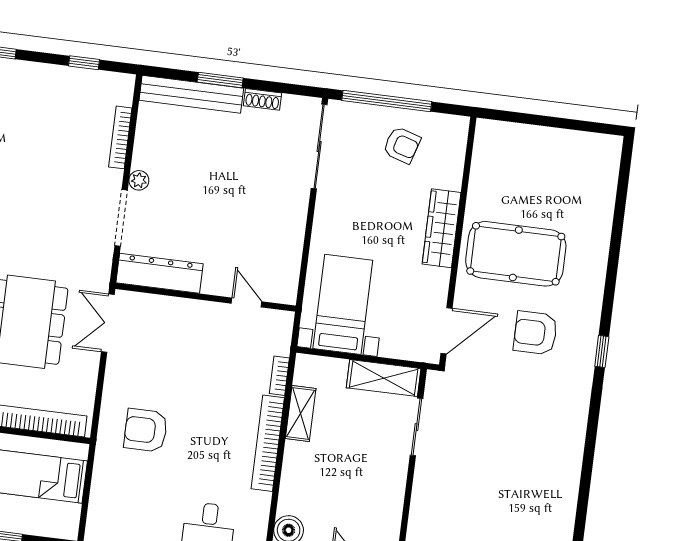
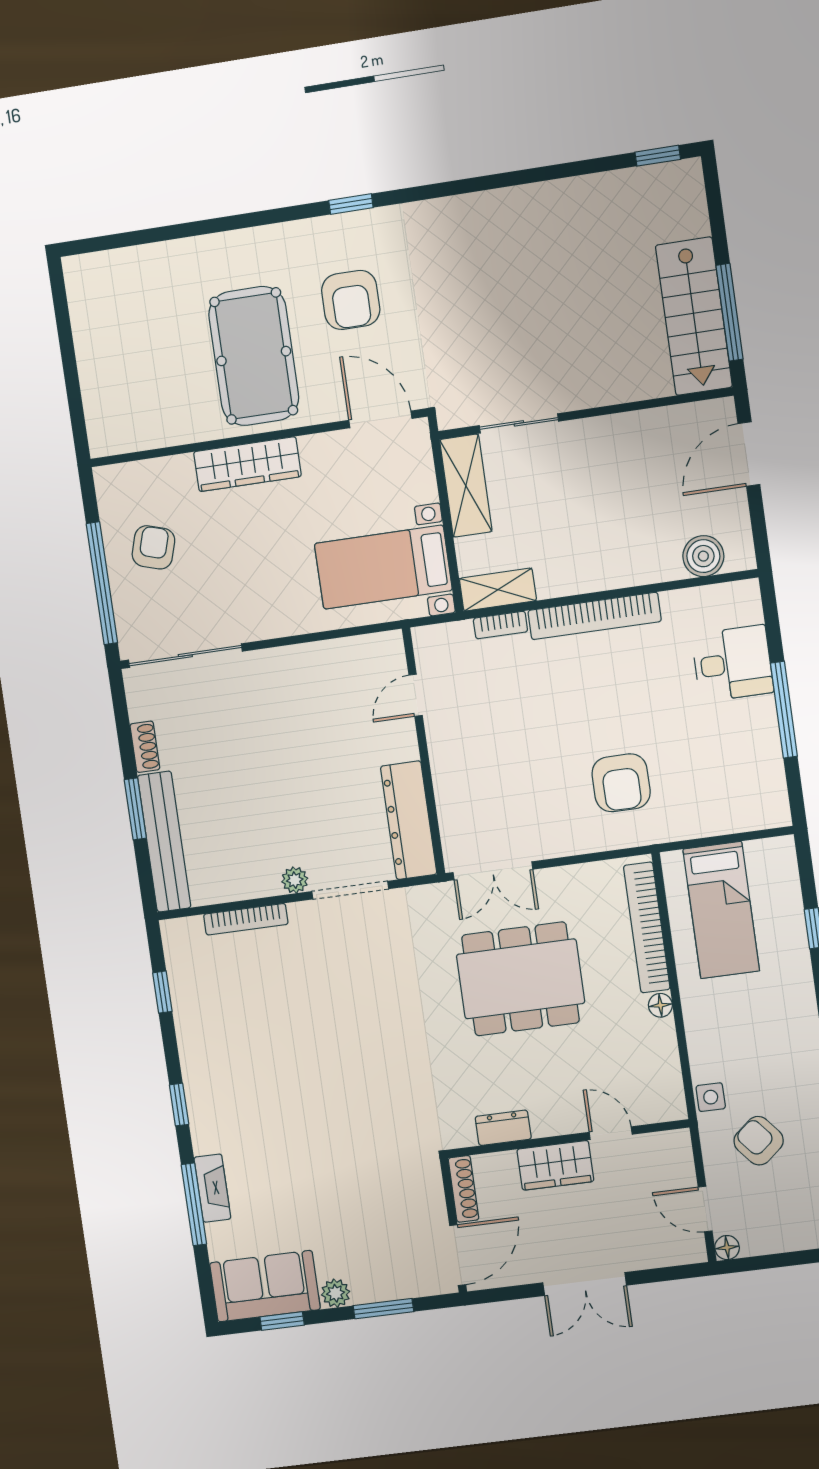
shelving: (301, 414) -> (498, 590), moved

